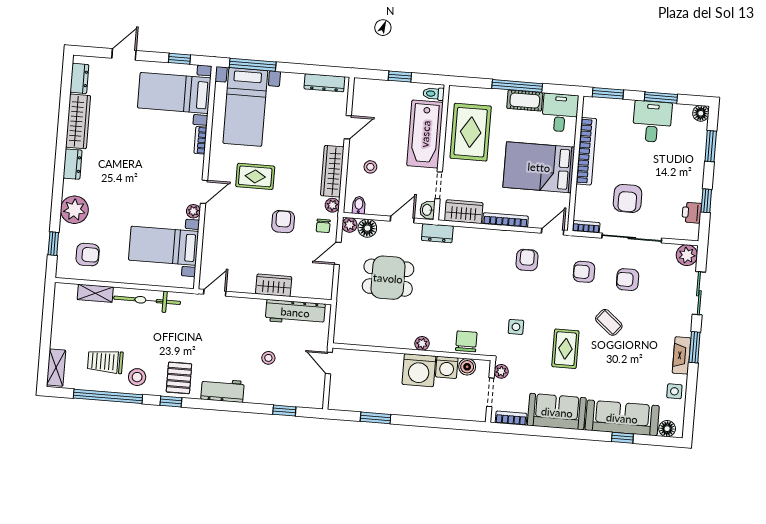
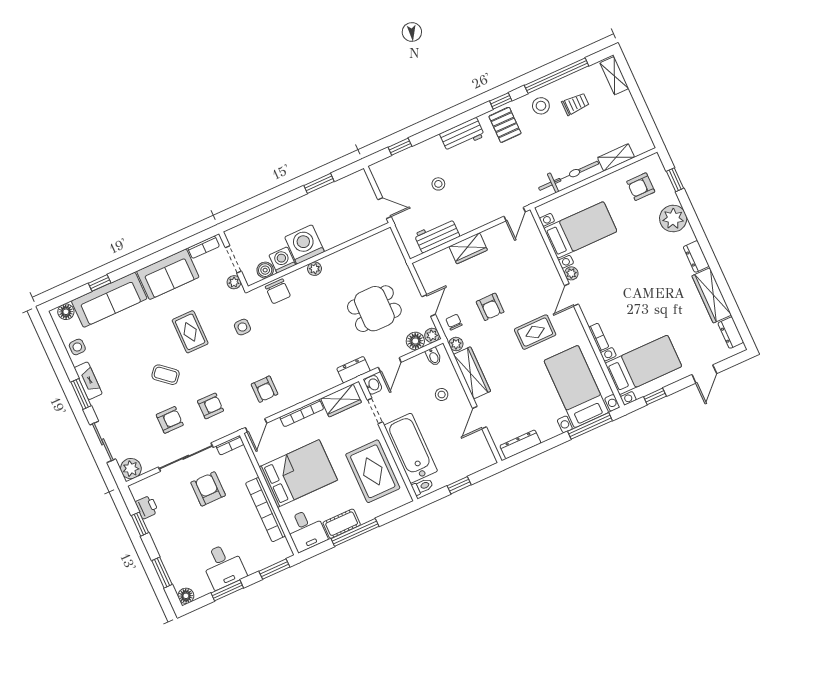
workbench: (295, 312) -> (437, 235), width x0.73
trolley: (105, 362) -> (575, 104), width x0.73, depth x0.72

